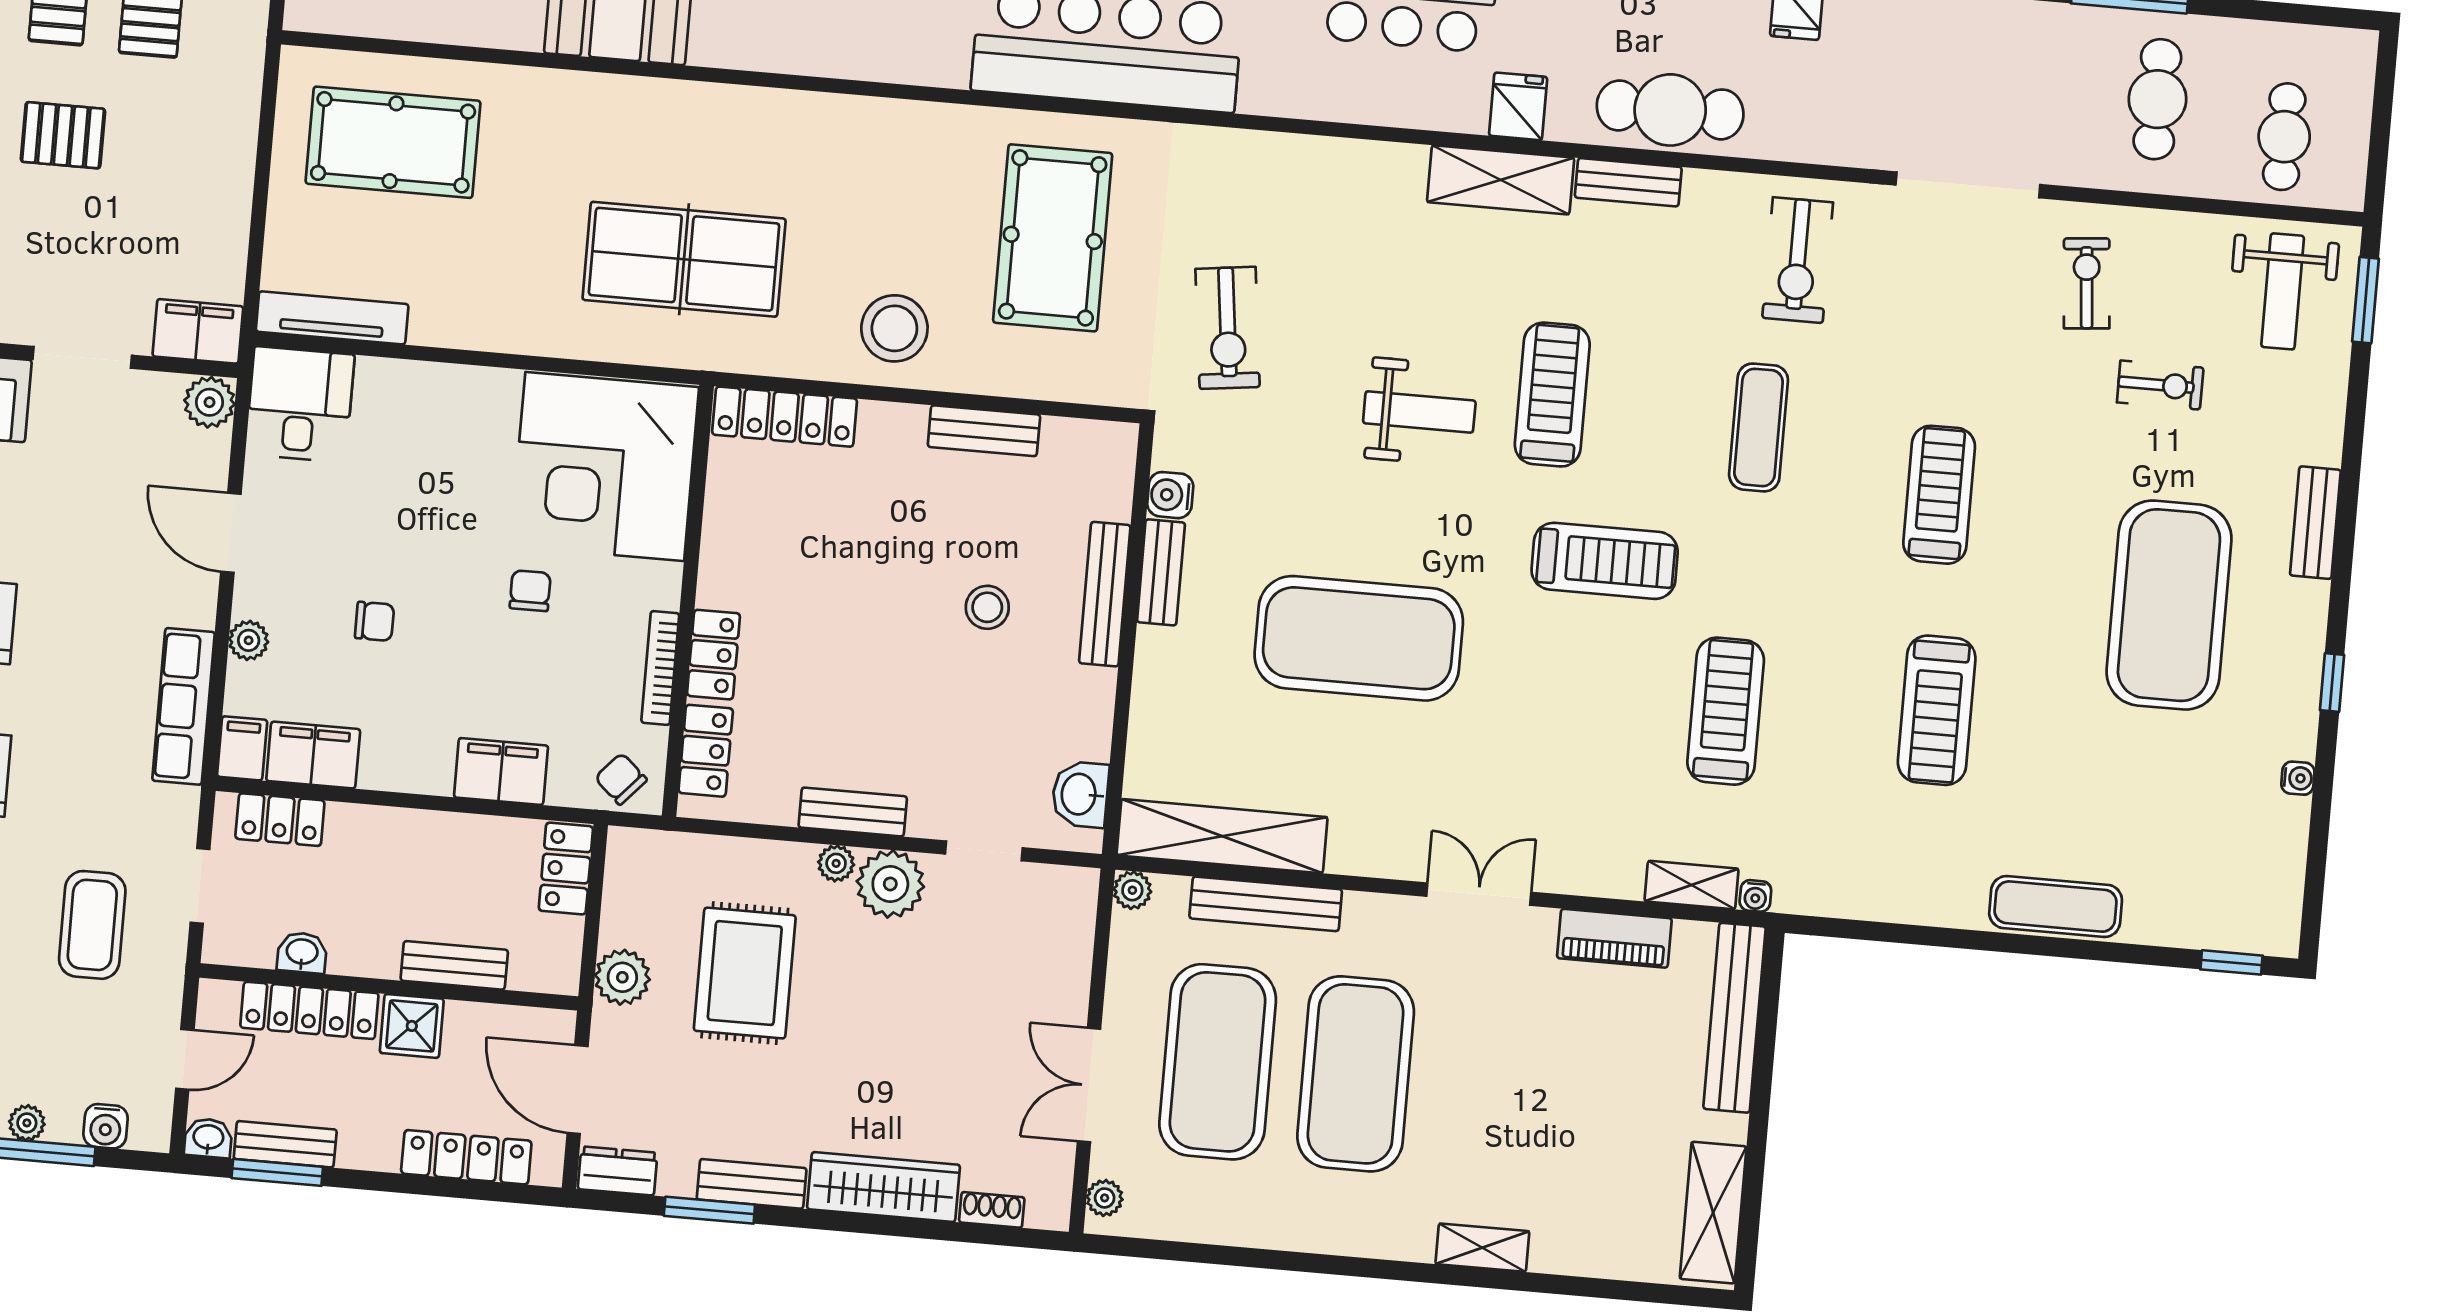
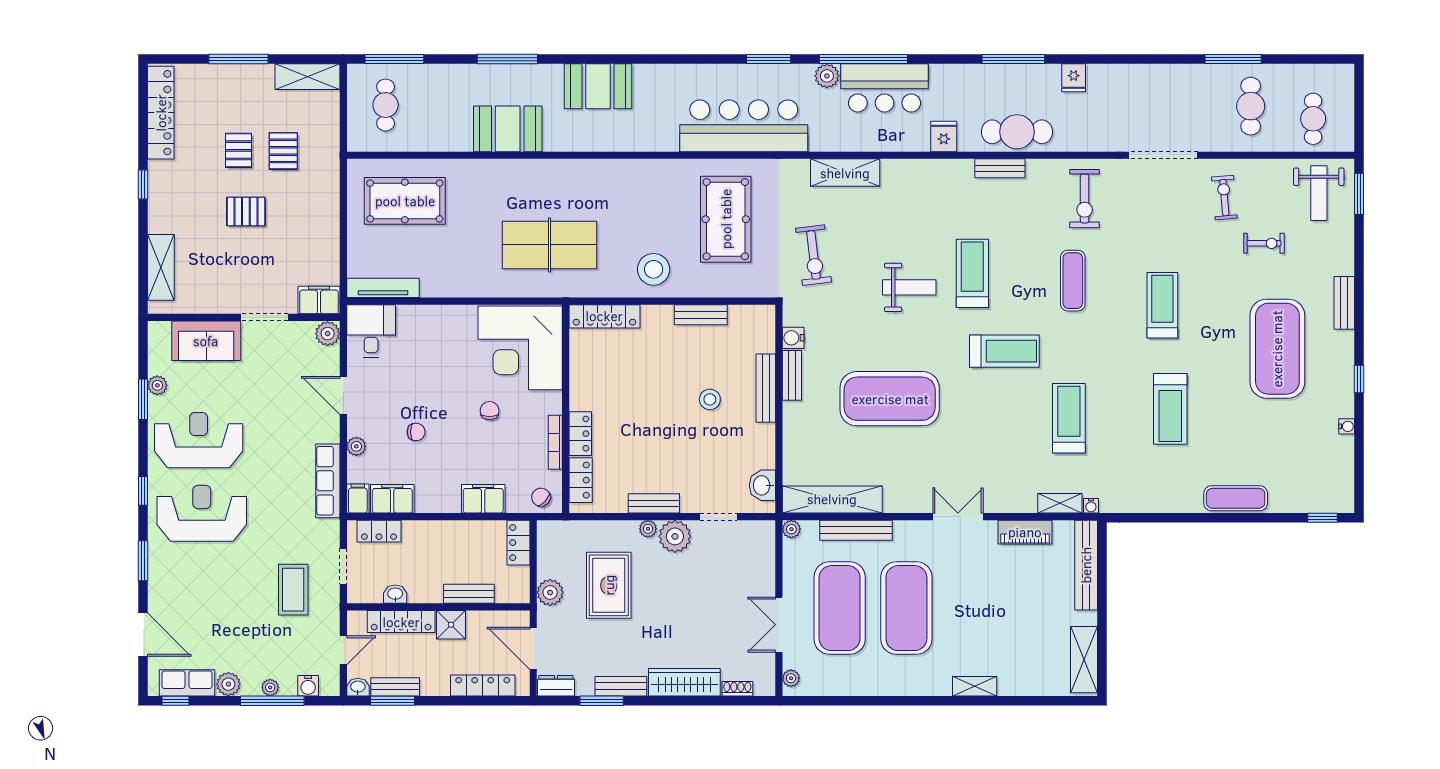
shelving: (1501, 180) -> (845, 173), moved

